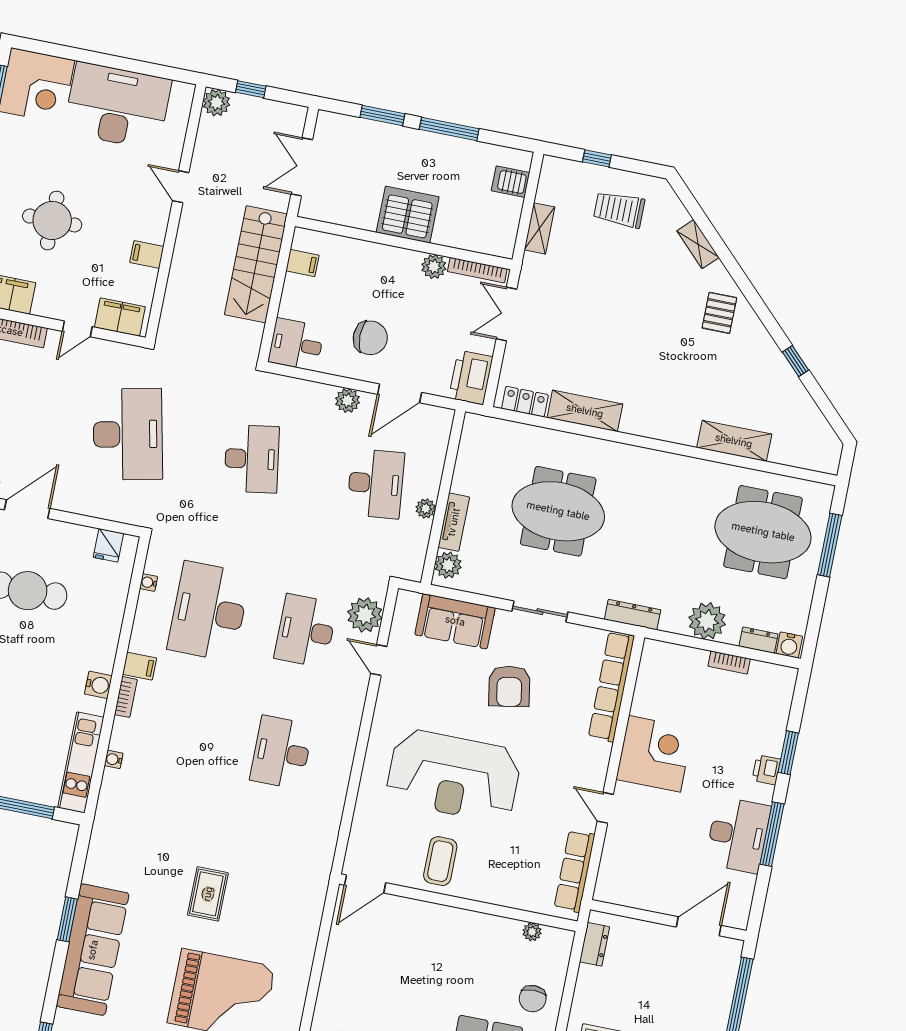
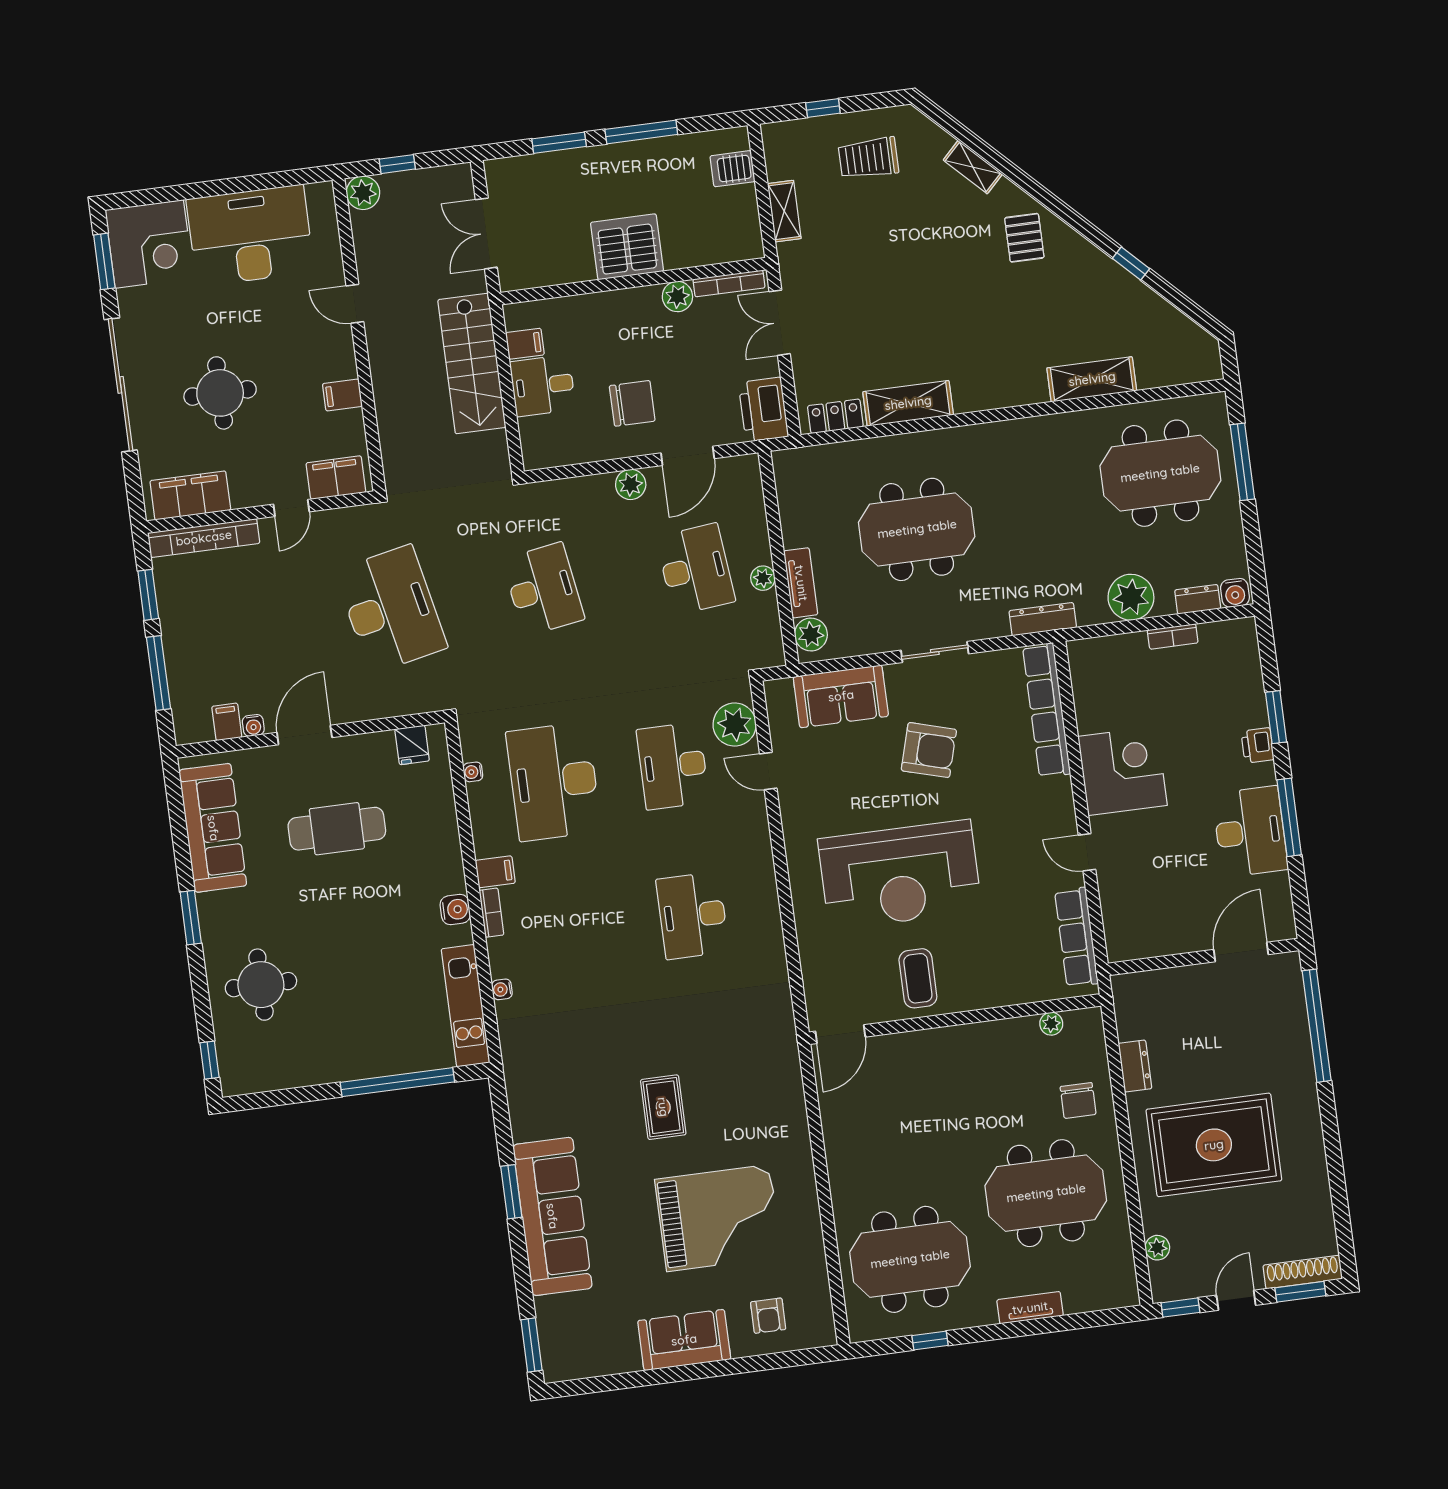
desk: (296, 344) -> (543, 386), moved
armchair: (509, 686) -> (929, 750), turned -64
dresser: (595, 944) -> (1135, 1066), moved

